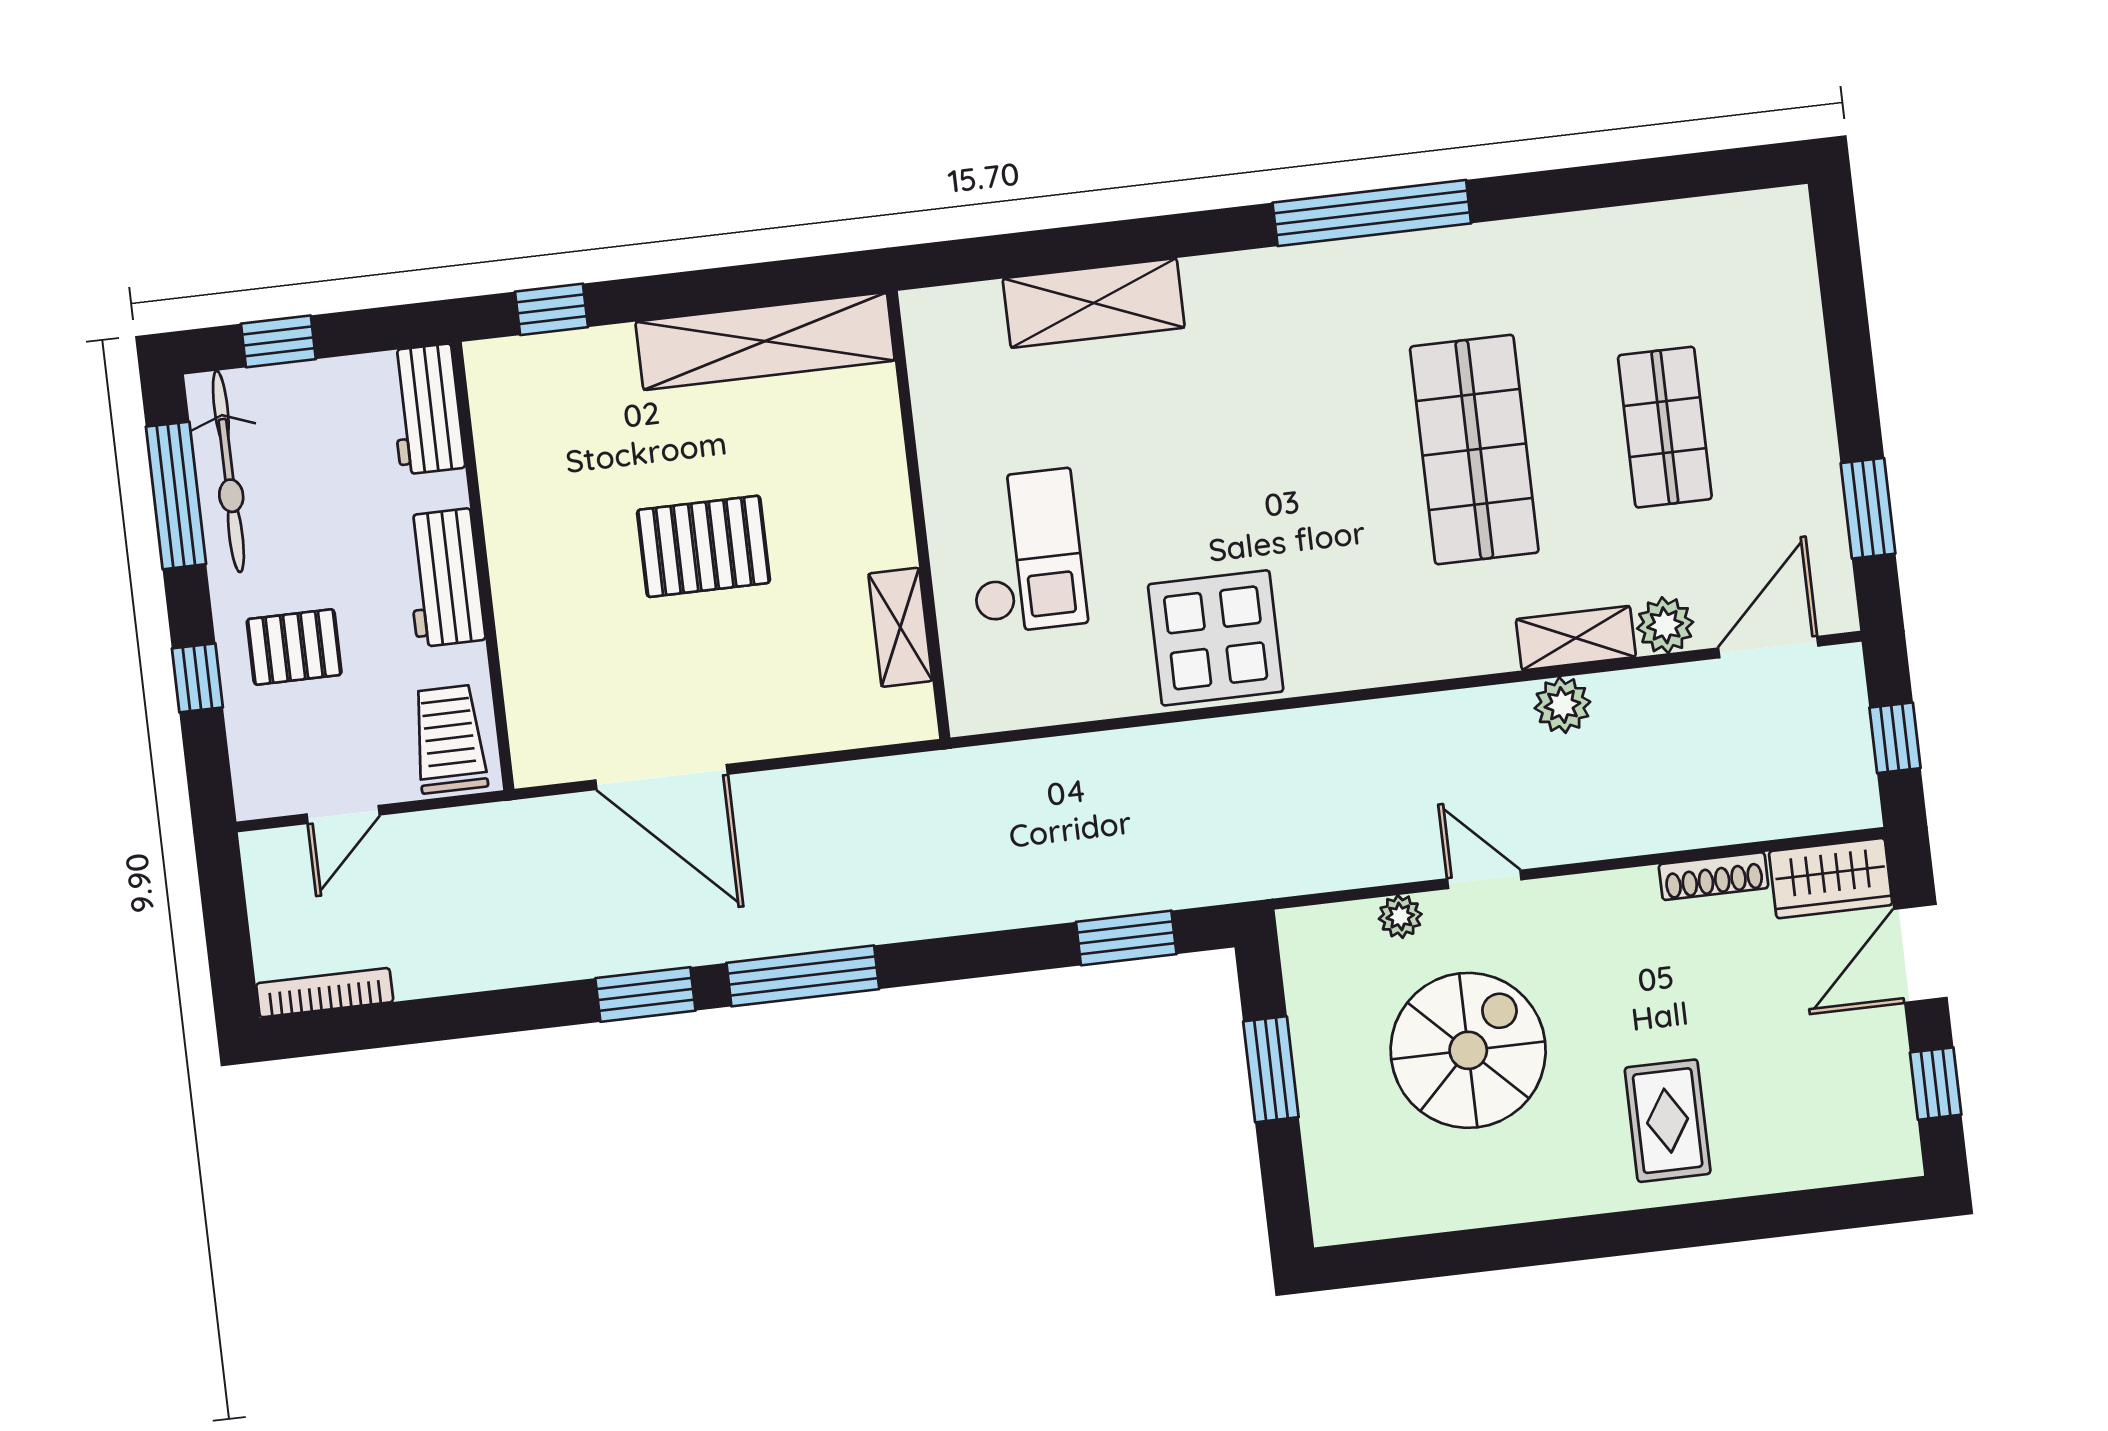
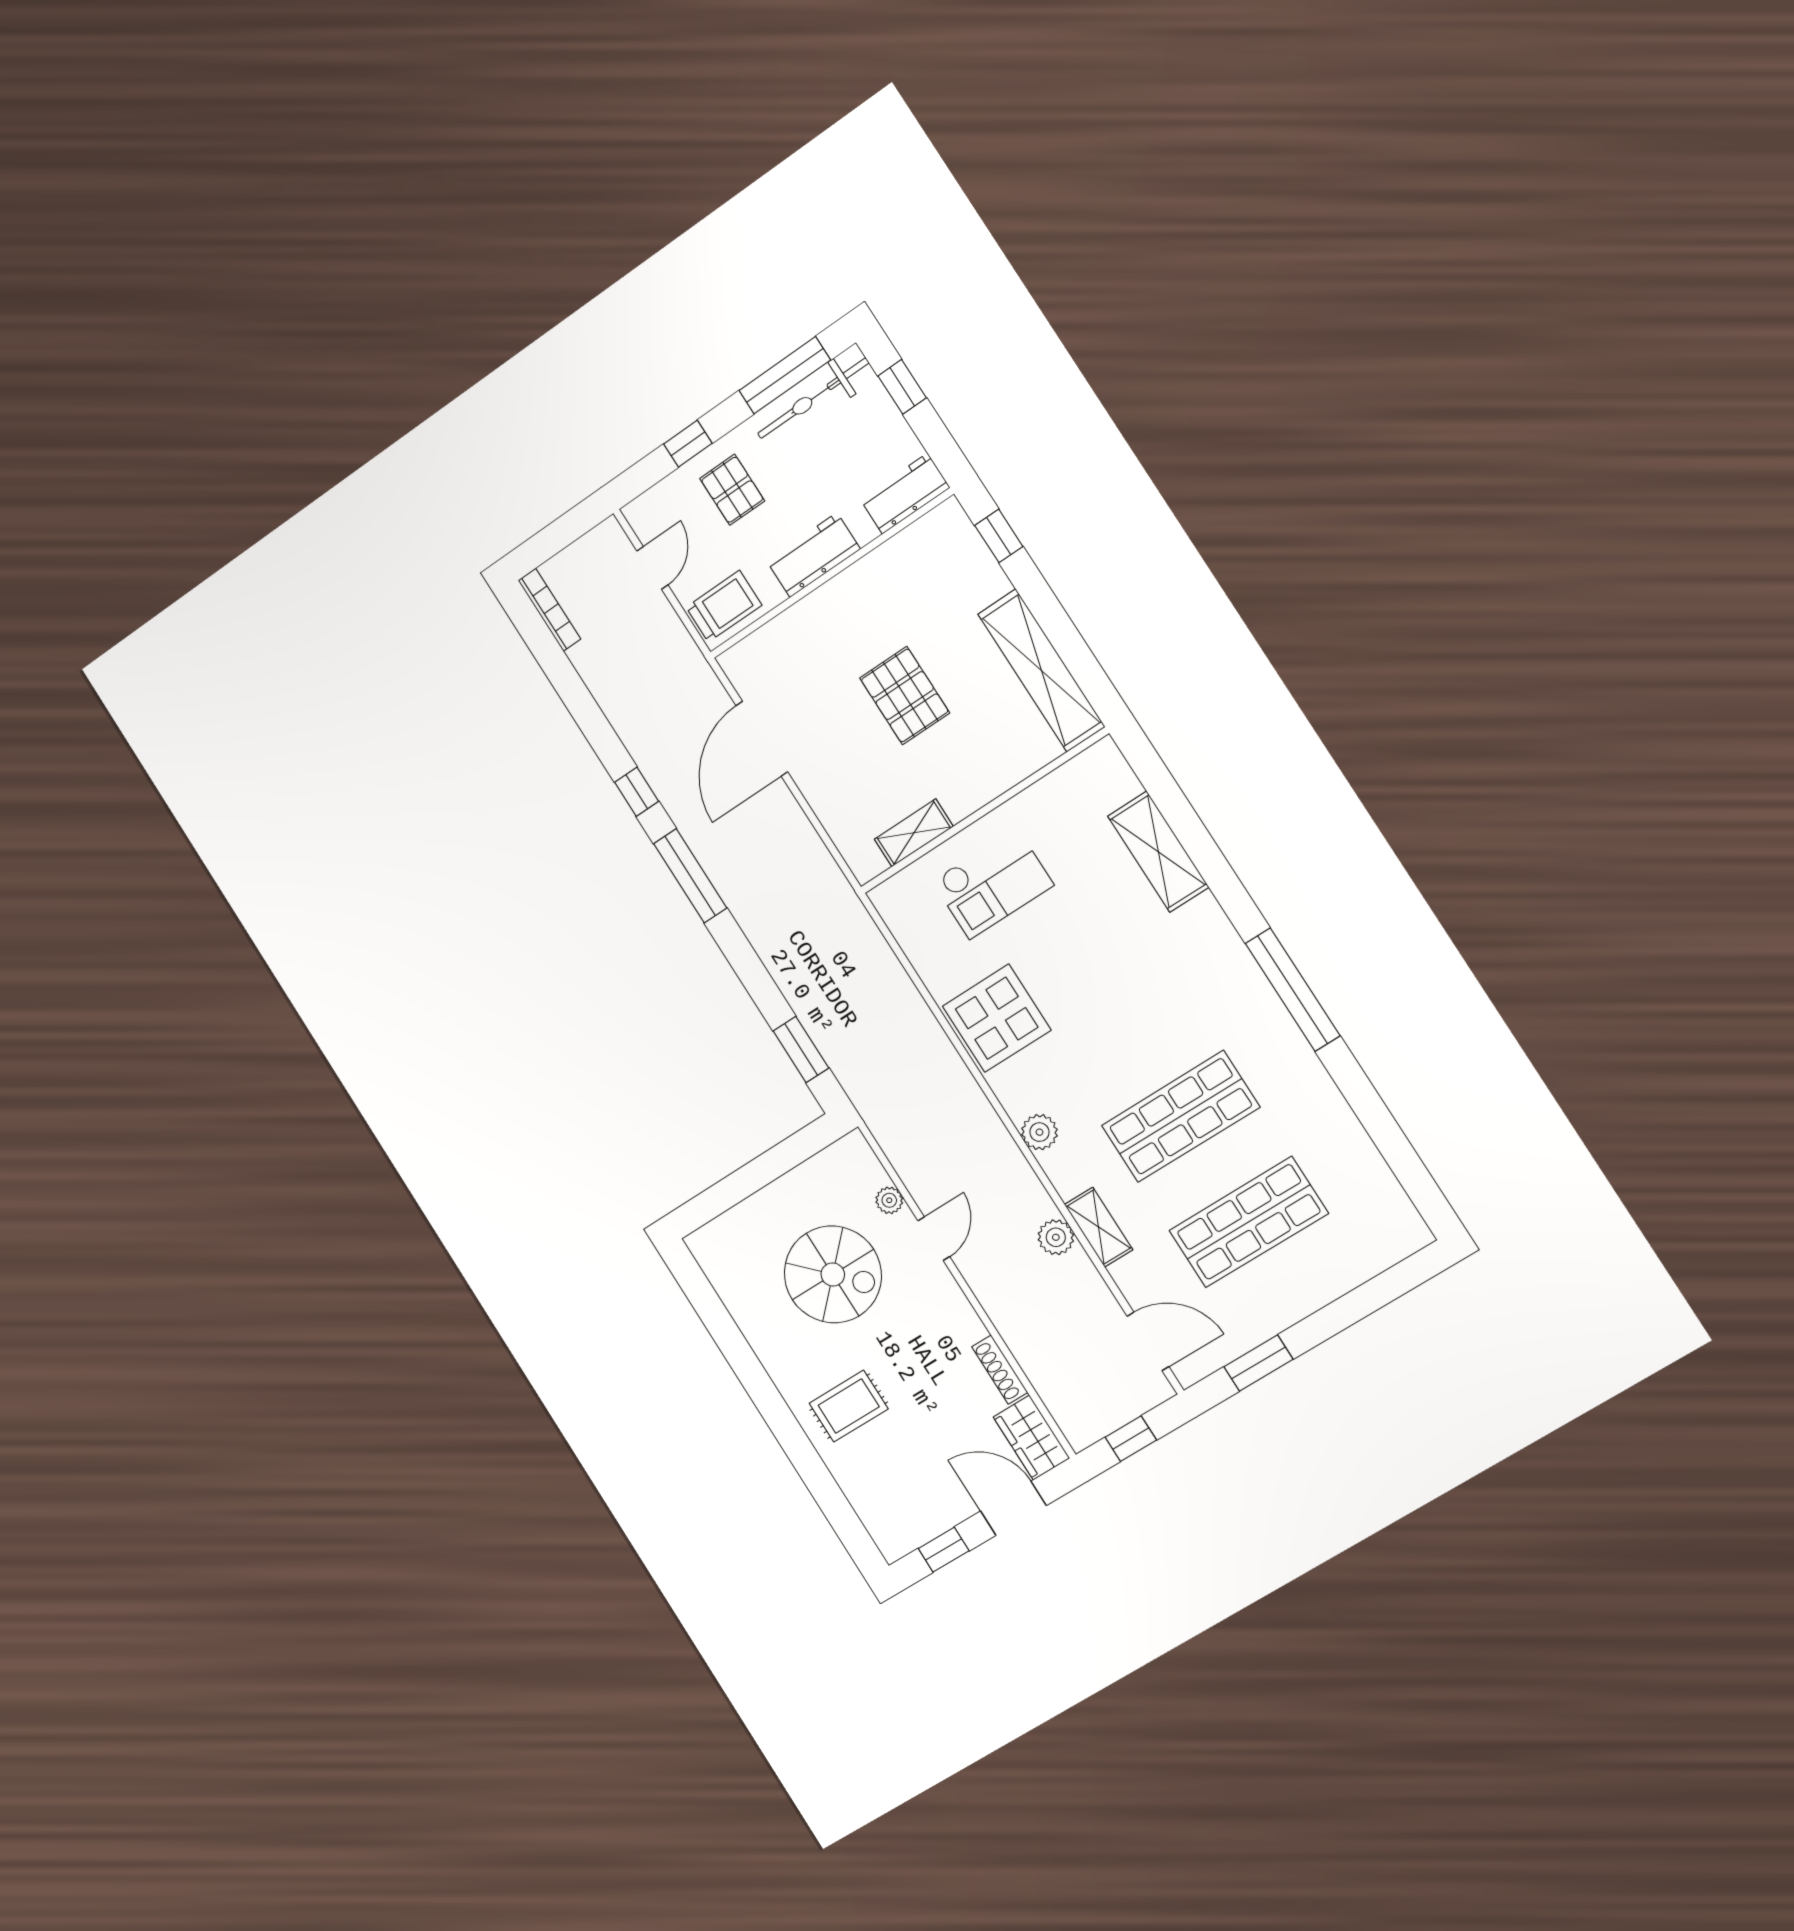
shop shelf: (1665, 427) -> (1249, 1222), width x1.43, depth x1.36
plant: (1665, 625) -> (1039, 1132), moved
door: (343, 814) -> (652, 568), swing flipped
window: (645, 994) -> (637, 792), width x0.67
window: (1271, 1069) -> (768, 1167), removed

